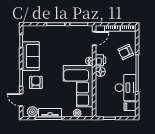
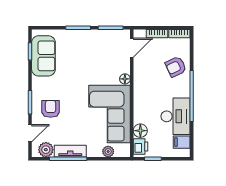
sofa: (31, 56) -> (43, 56), moved
printer: (100, 60) -> (141, 146), moved
floor lamp: (100, 72) -> (140, 131), moved
door: (21, 100) -> (30, 133), swing flipped

